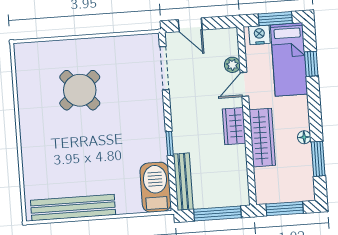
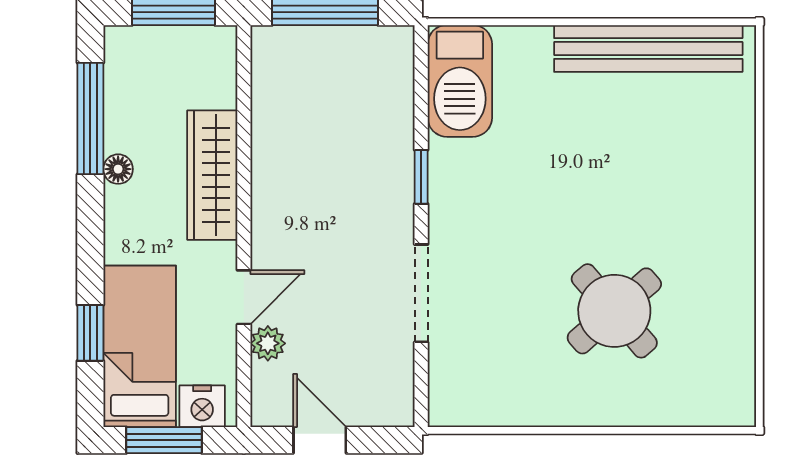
door: (190, 25) -> (320, 440), moved
doorway: (164, 68) -> (421, 293), moved
wardrobe: (234, 126) -> (274, 205), removed
window: (318, 159) -> (90, 119), width x1.44
bench: (183, 182) -> (397, 89), removed

